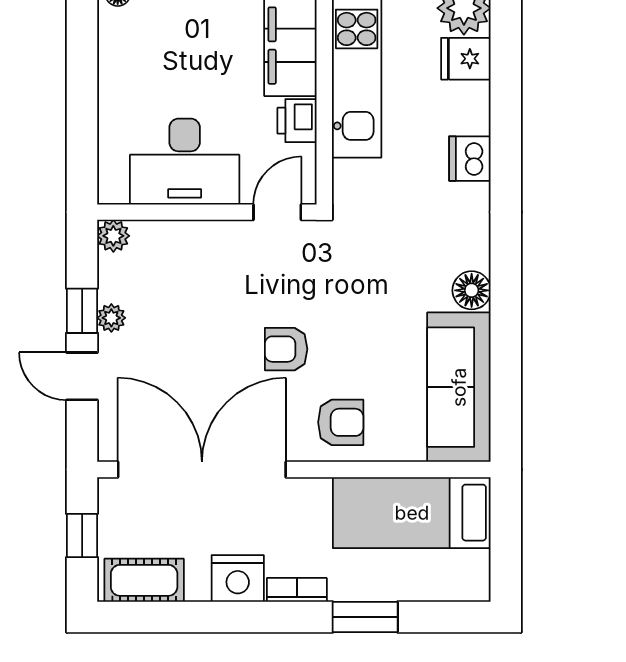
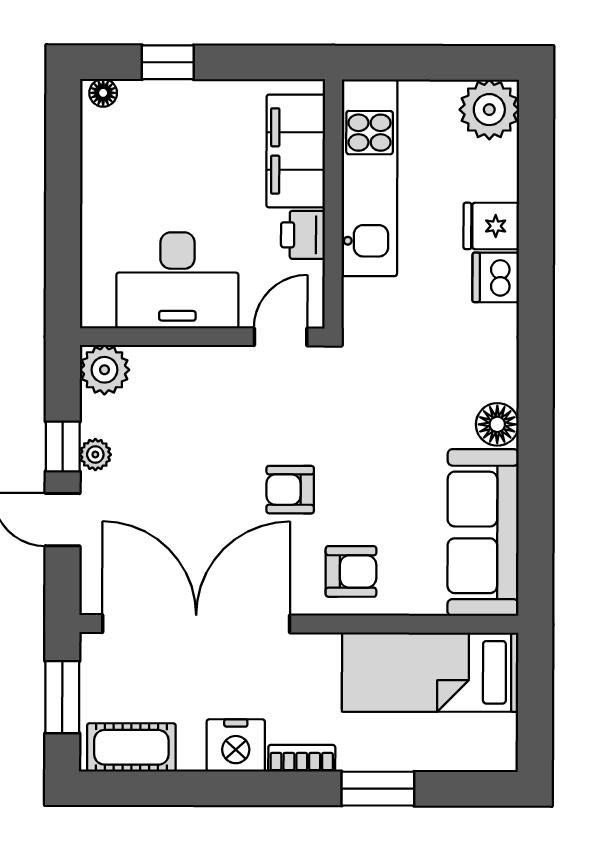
fridge: (466, 59) -> (491, 226), moved
plant: (113, 236) -> (104, 370), width x1.38, depth x1.38
window: (82, 535) -> (62, 697), width x1.50

